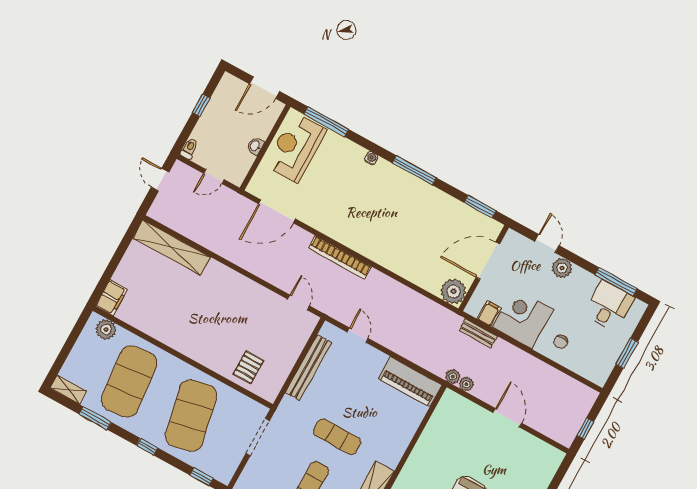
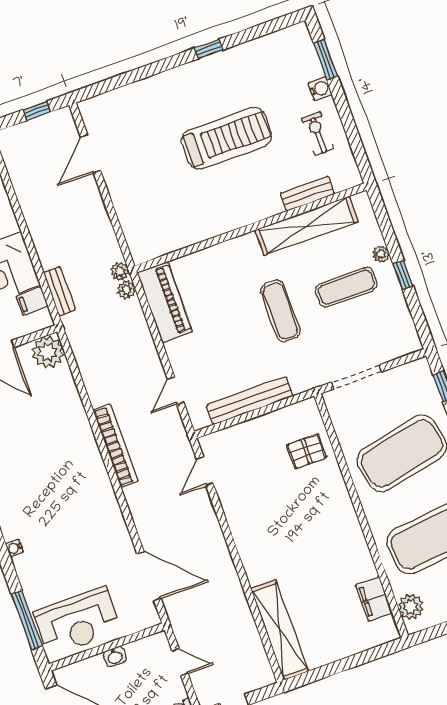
bookcase: (340, 257) -> (116, 446), moved
filing cabinet: (111, 298) -> (374, 599), moved, turned -90
plant: (466, 384) -> (126, 290), moved
door: (507, 418) -> (90, 154), moved

